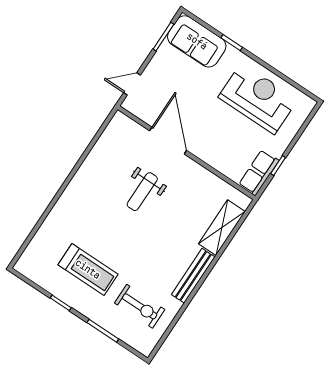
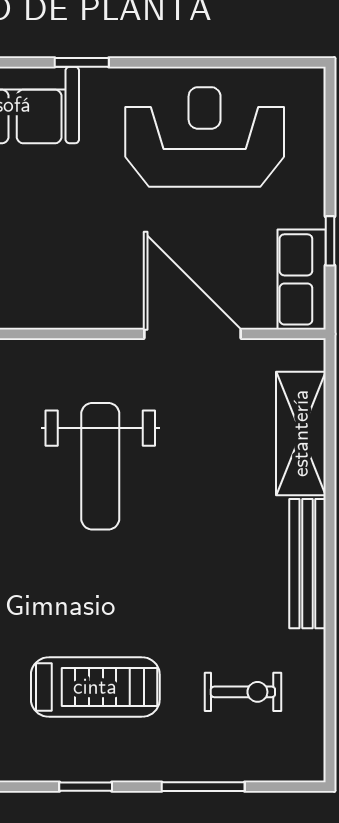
door: (168, 141) -> (193, 334), moved
weight bench: (142, 192) -> (100, 466), width x1.36, depth x1.33
exercise bike: (140, 306) -> (243, 692), width x0.73, depth x0.72

